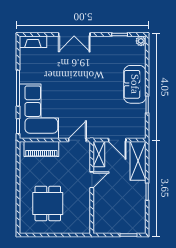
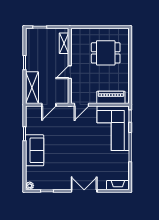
door: (117, 140) -> (49, 105), swing flipped
shelving: (99, 154) -> (64, 43), moved
dining table: (48, 204) -> (106, 53), turned 90

